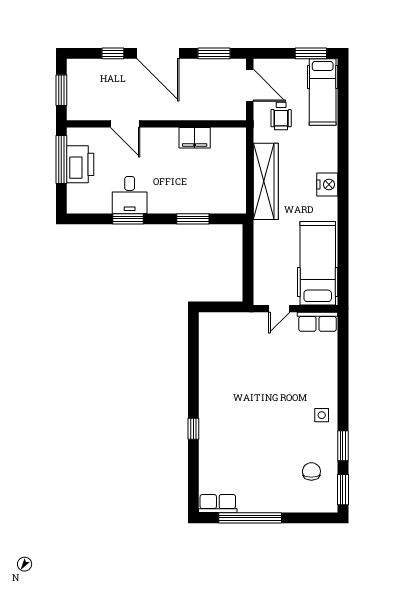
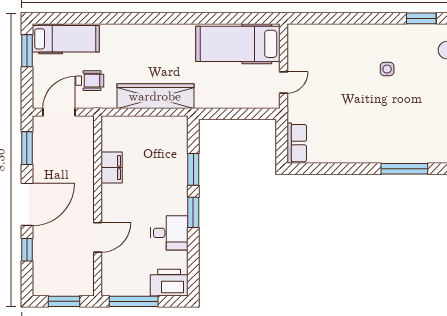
printer: (80, 164) -> (169, 283), moved
nightstand: (327, 185) -> (159, 34), removed
window: (128, 219) -> (193, 212), moved
door: (279, 309) -> (283, 82), hinge flipped
row of seats: (318, 322) -> (297, 143), moved
side table: (322, 415) -> (387, 69), moved
window: (193, 429) -> (404, 169), width x2.17

